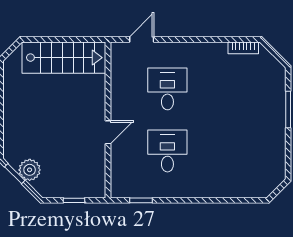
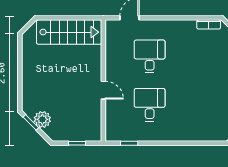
door: (108, 132) -> (103, 90), hinge flipped

